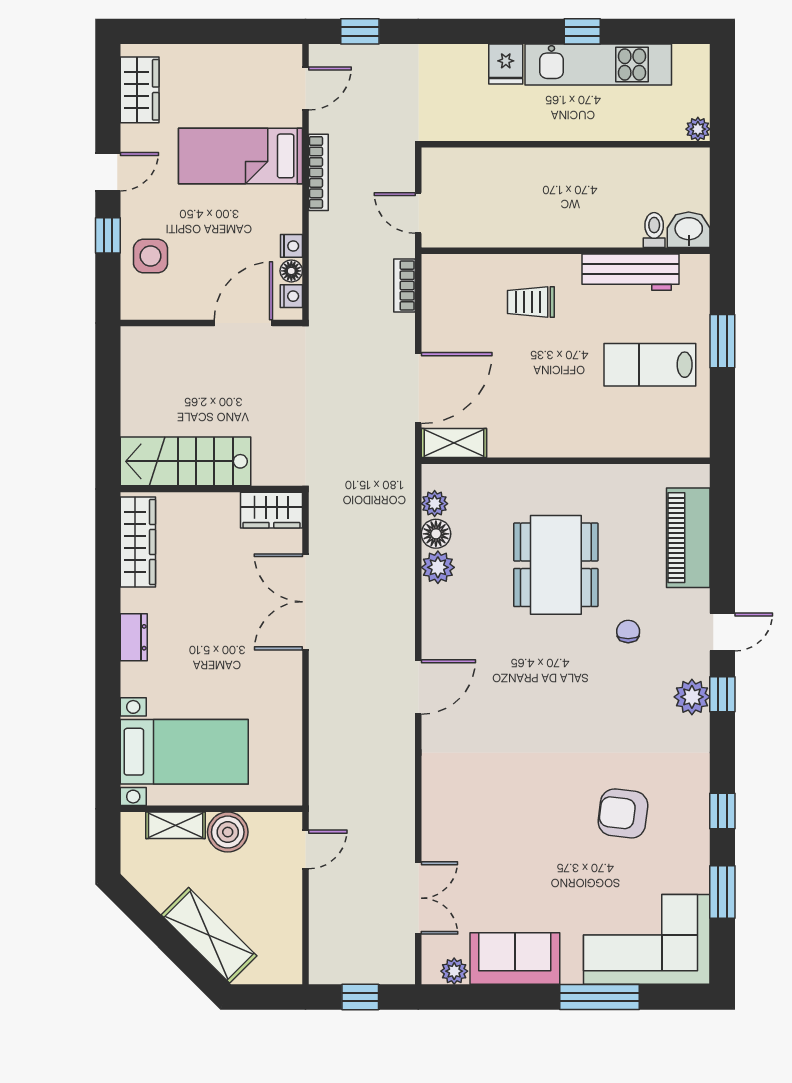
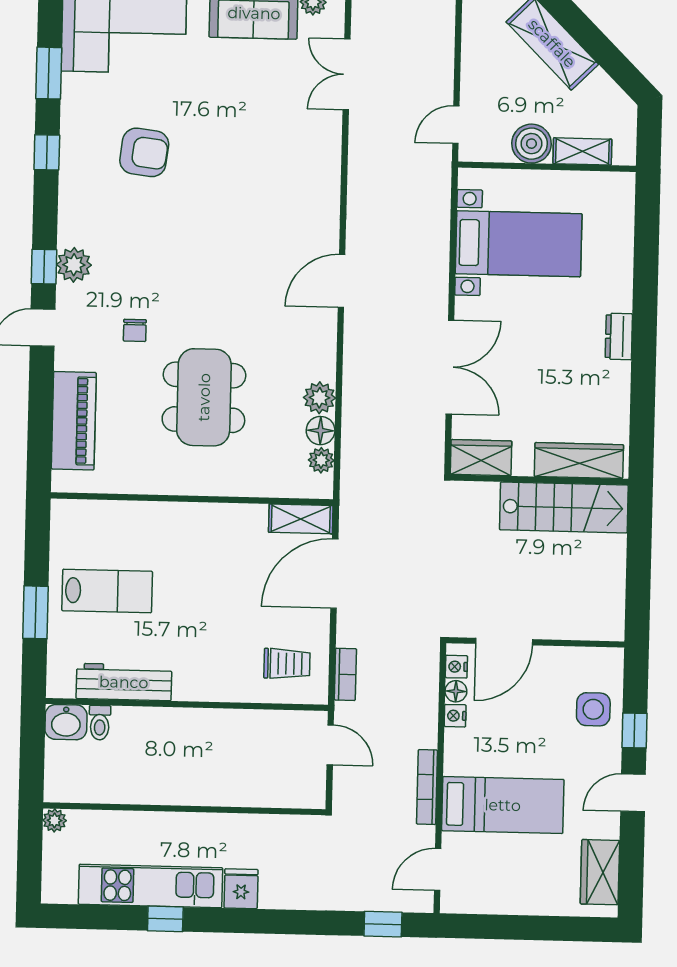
trolley: (531, 302) -> (287, 664), moved
wardrobe: (138, 542) -> (579, 461), moved, turned 90
bed with nightstands: (184, 752) -> (519, 244), moved, turned 180

